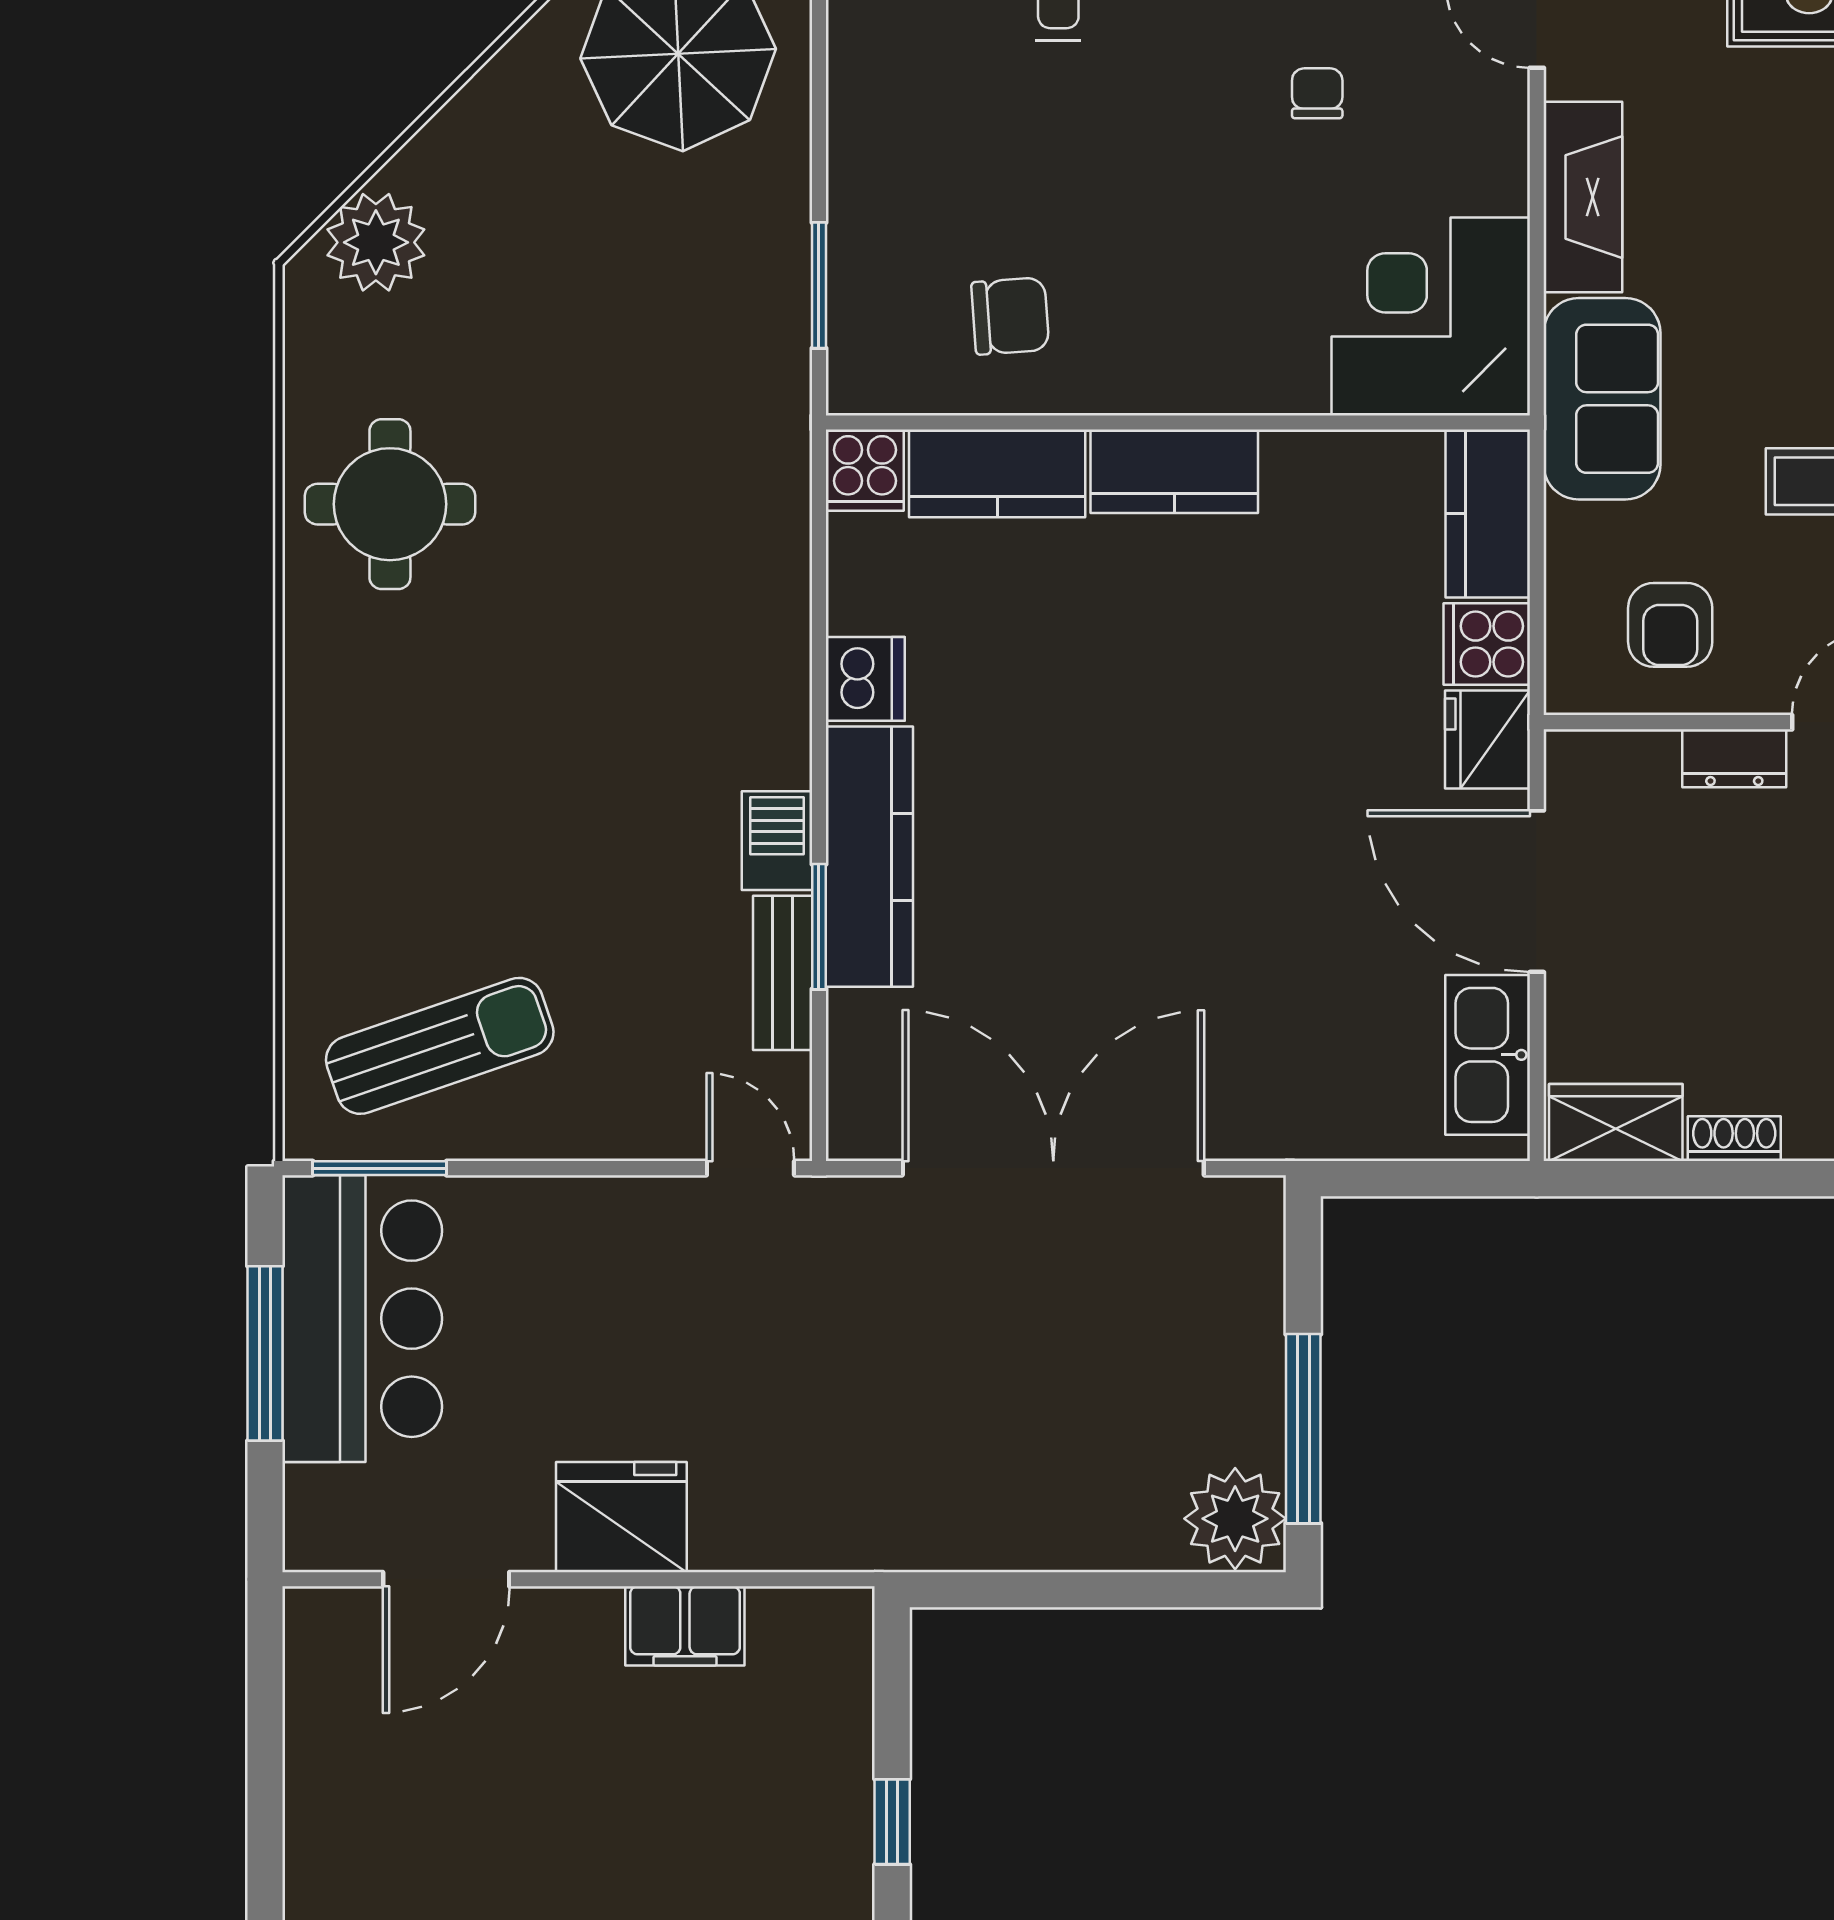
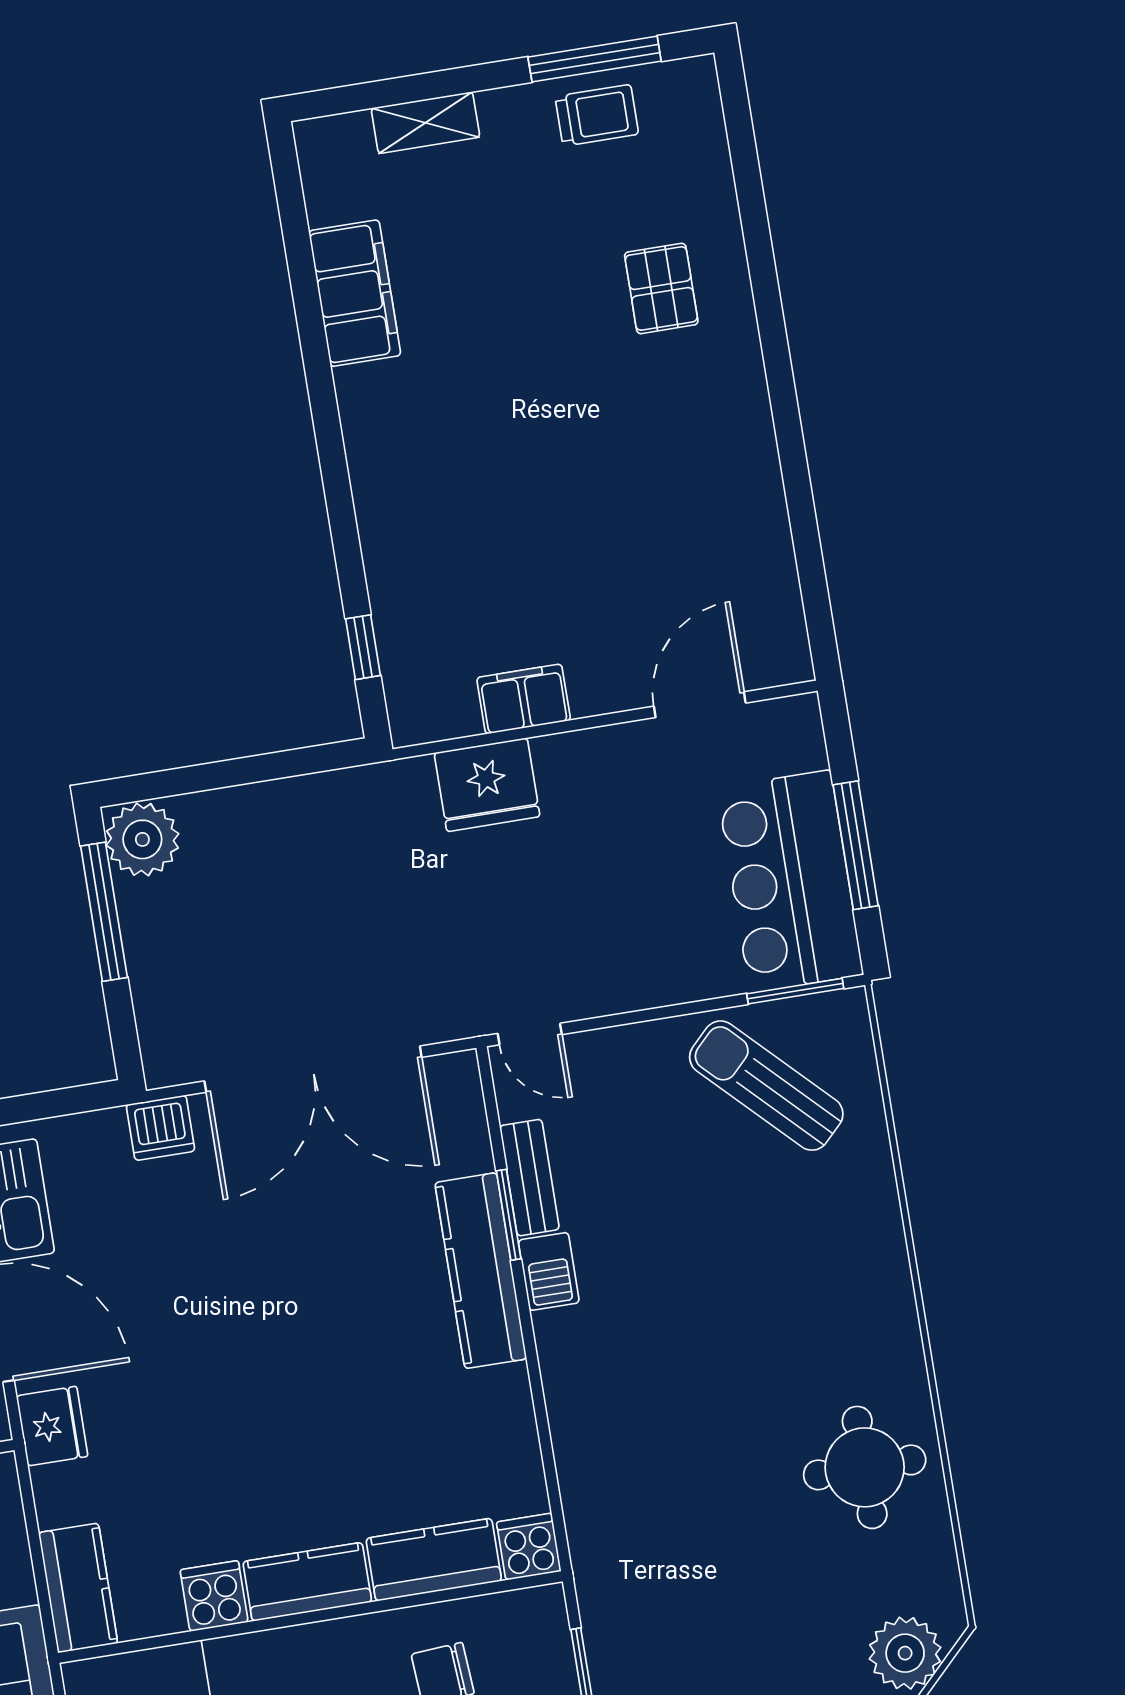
cooker: (1487, 644) -> (214, 1596), moved, turned -90
dishwasher: (865, 679) -> (161, 1128), moved, turned -90
sun lounger: (440, 1046) -> (766, 1086), turned 64
fridge: (621, 1517) -> (487, 785), moved
window: (892, 1822) -> (363, 647), moved

